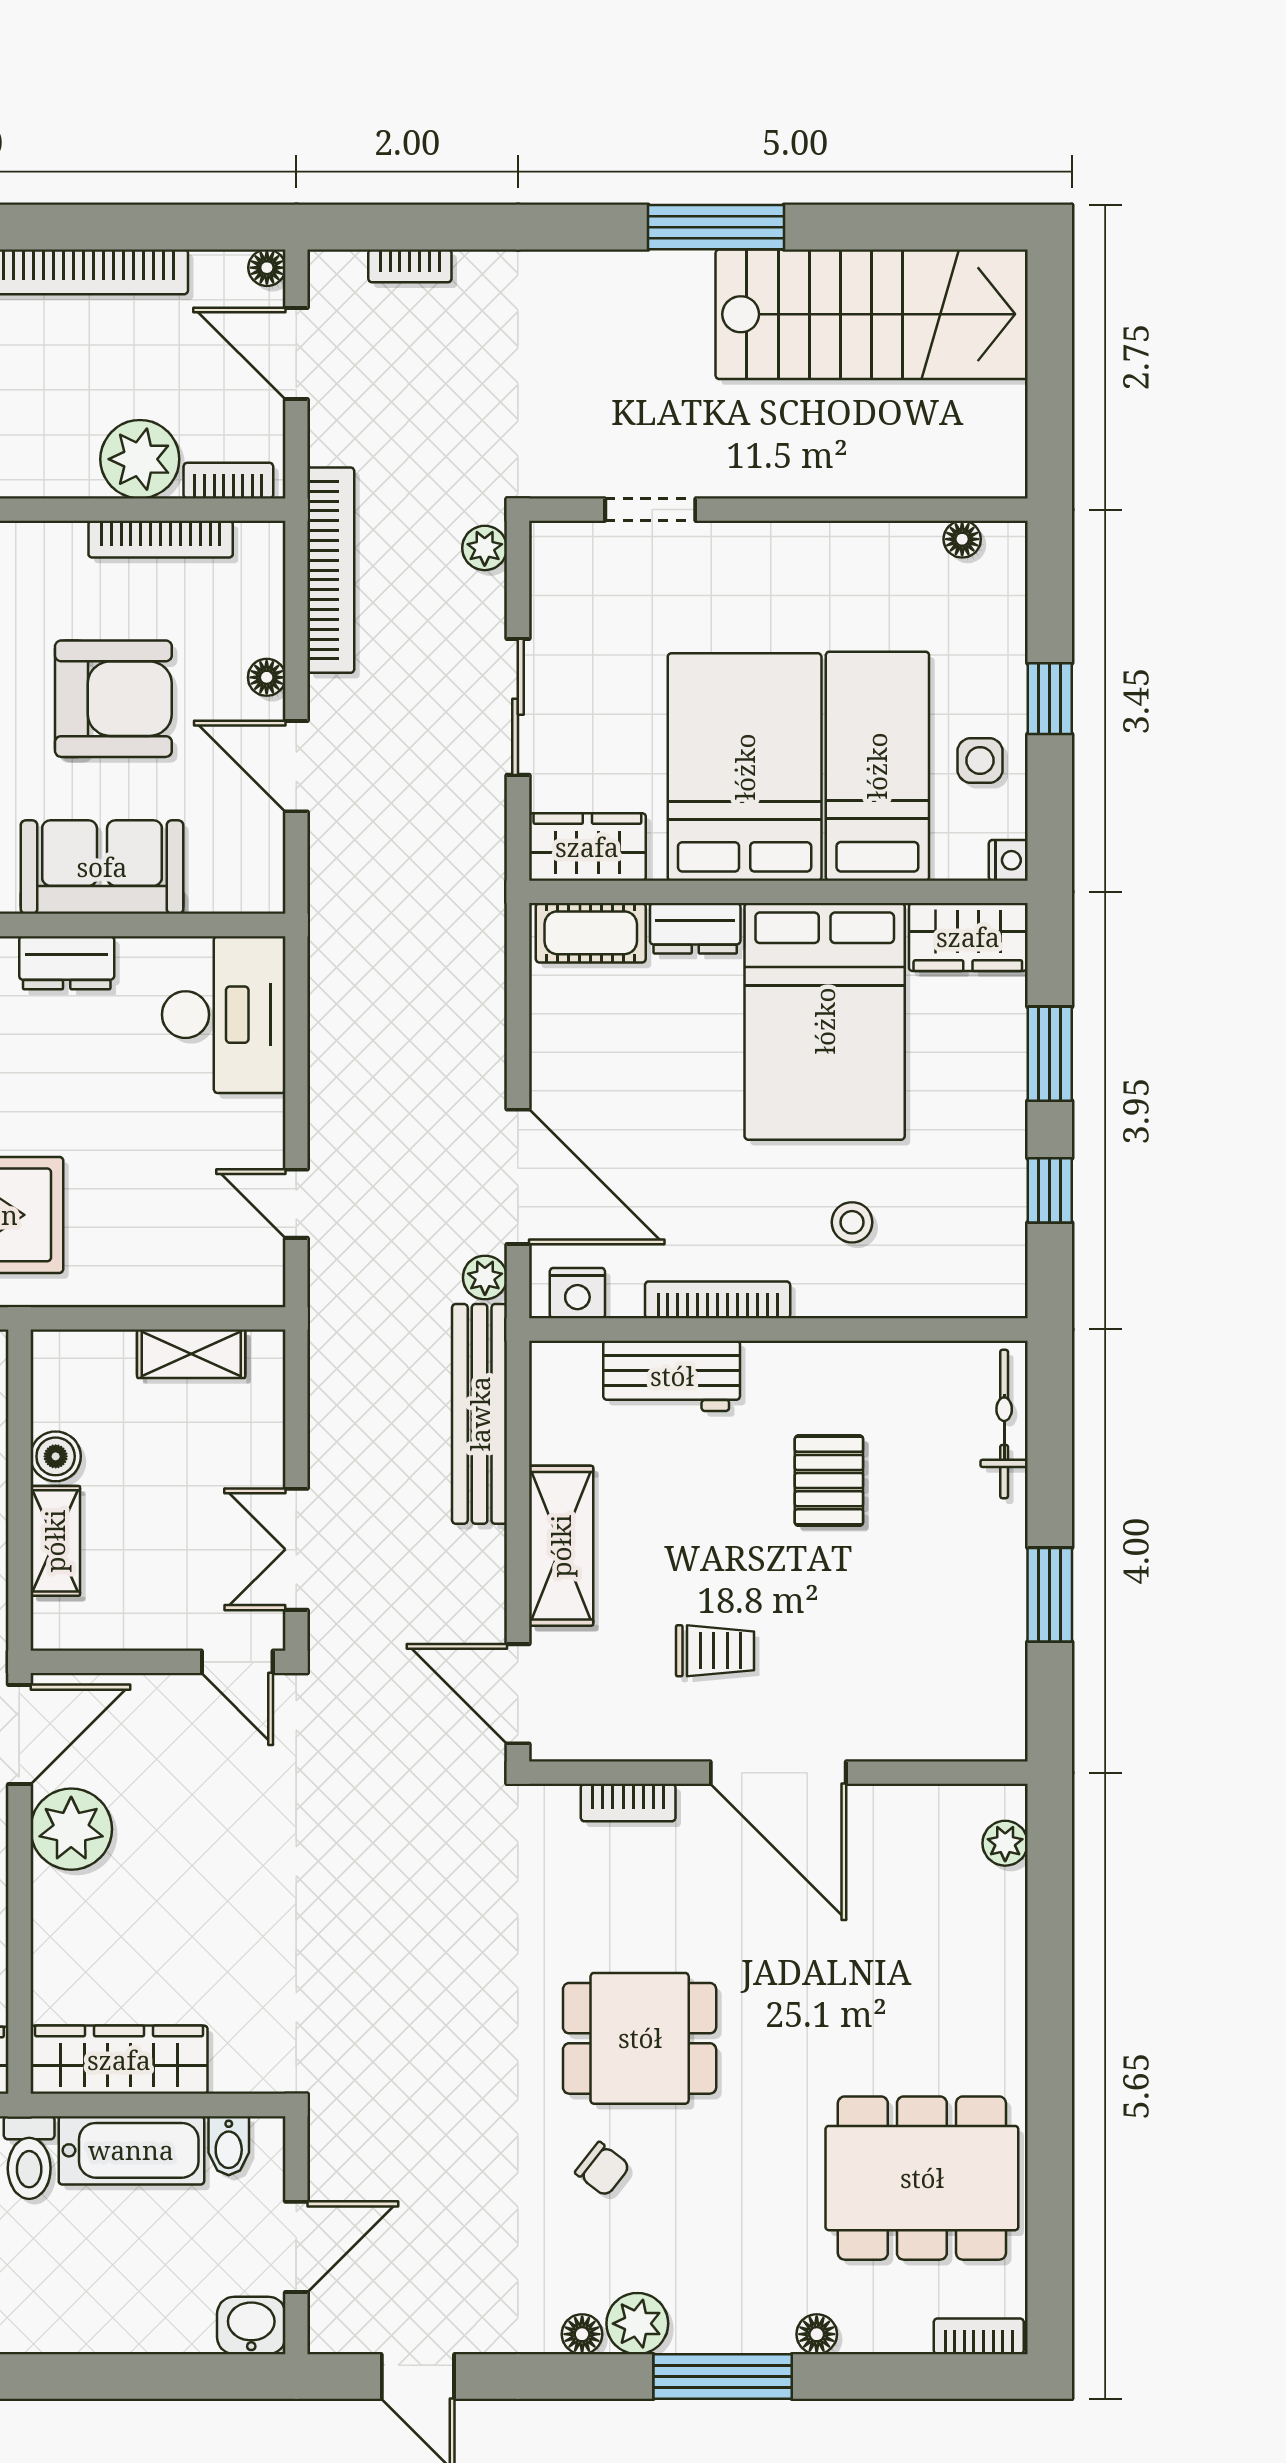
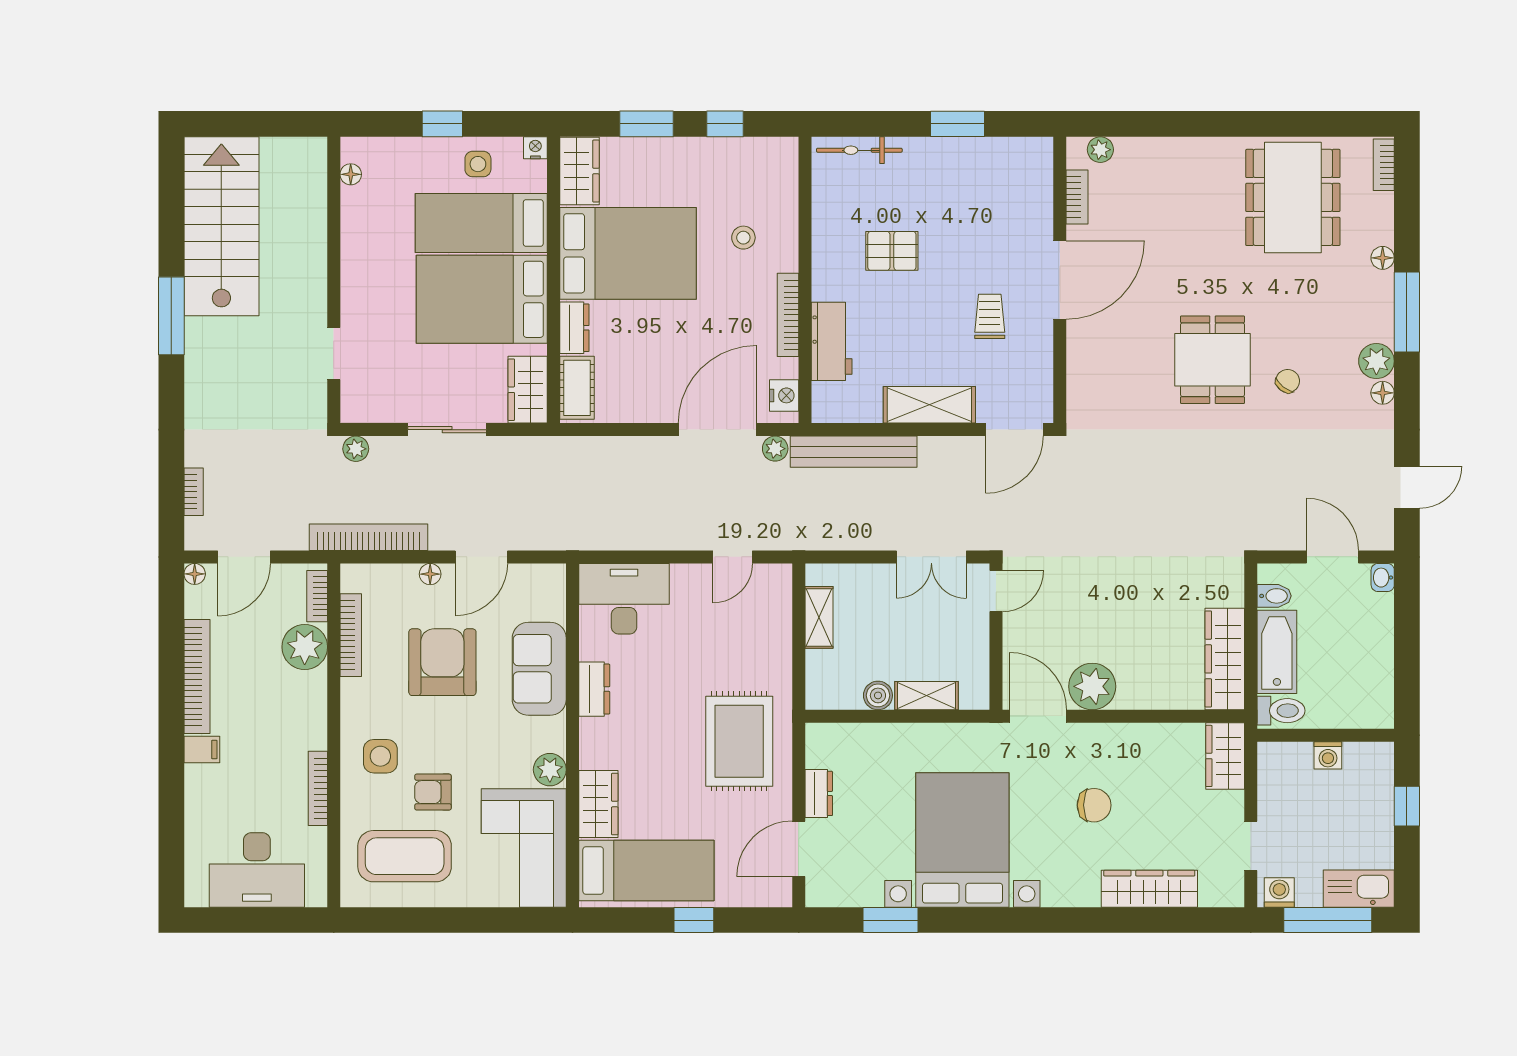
bookcase: (628, 1803) -> (1077, 197), moved
washbasin: (251, 2325) -> (1383, 578), width x0.72, depth x0.69

